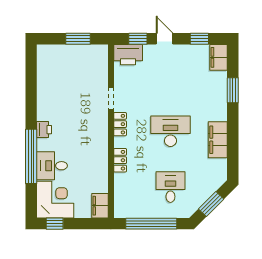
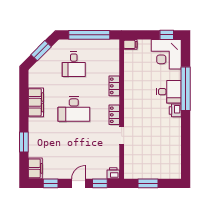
door: (165, 39) -> (79, 183), swing flipped
printer: (128, 55) -> (113, 173), width x0.53, depth x0.68
desk: (52, 166) -> (169, 92), moved
filing cabinet: (100, 206) -> (130, 44), width x0.50

